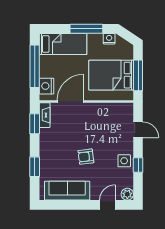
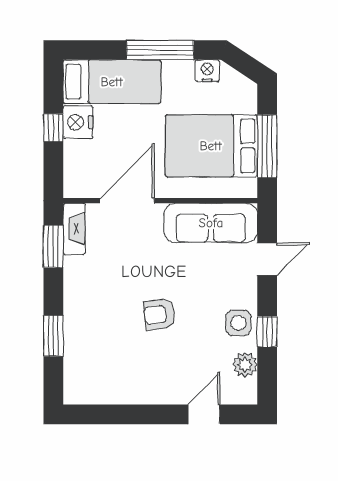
window: (35, 66) -> (53, 128), width x0.32
nightstand: (47, 86) -> (78, 122), moved
door: (138, 130) -> (267, 259), hinge flipped
sofa: (67, 191) -> (211, 223), moved, turned 180
plant: (127, 194) -> (245, 365), moved

